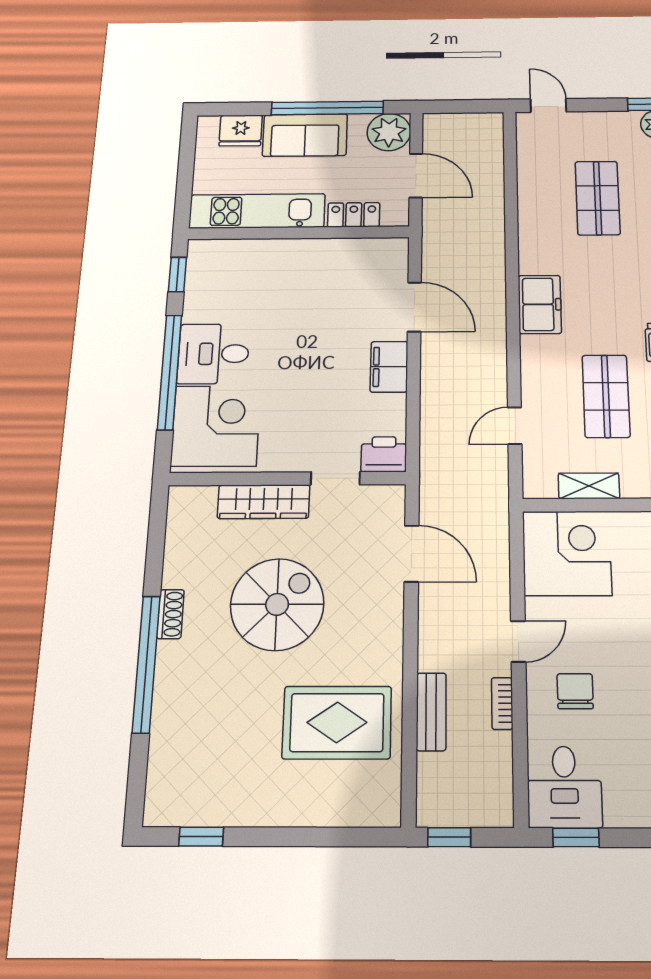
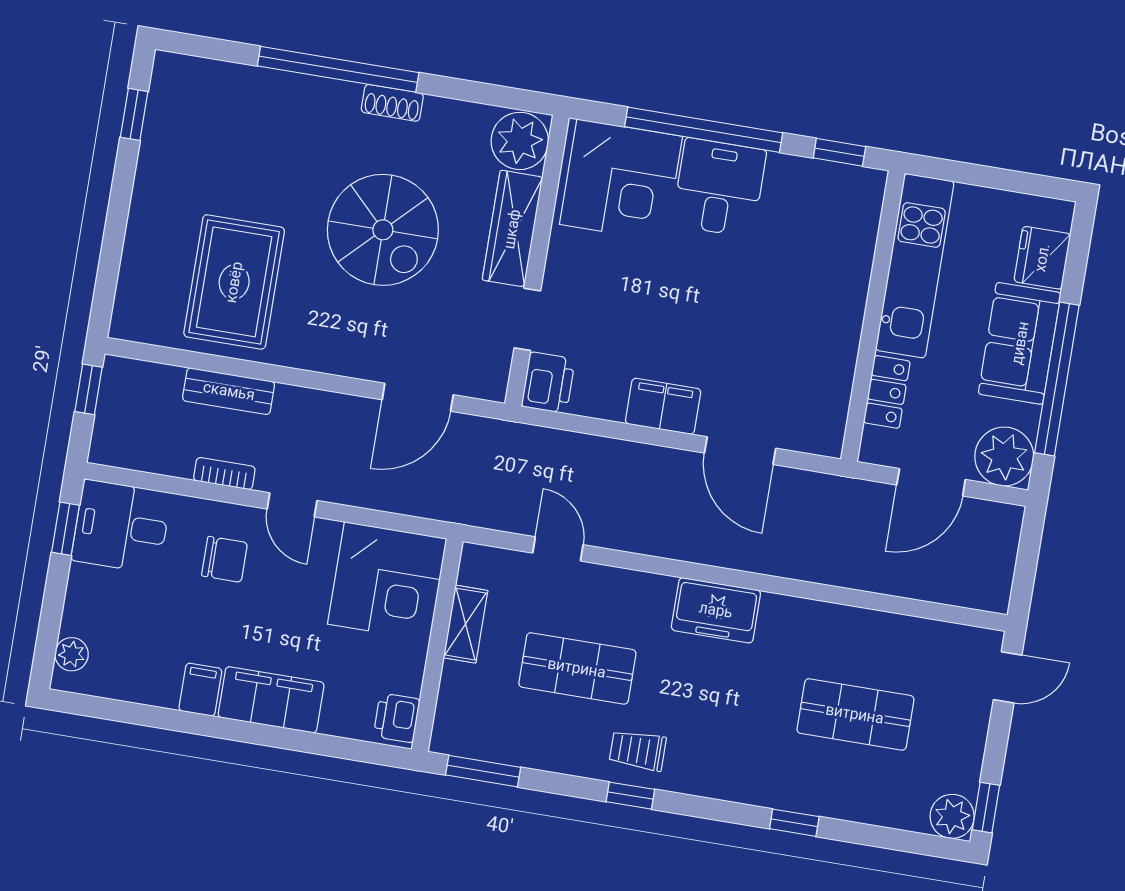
door: (414, 307) -> (740, 451), hinge flipped
plant: (192, 507) -> (520, 141), added

